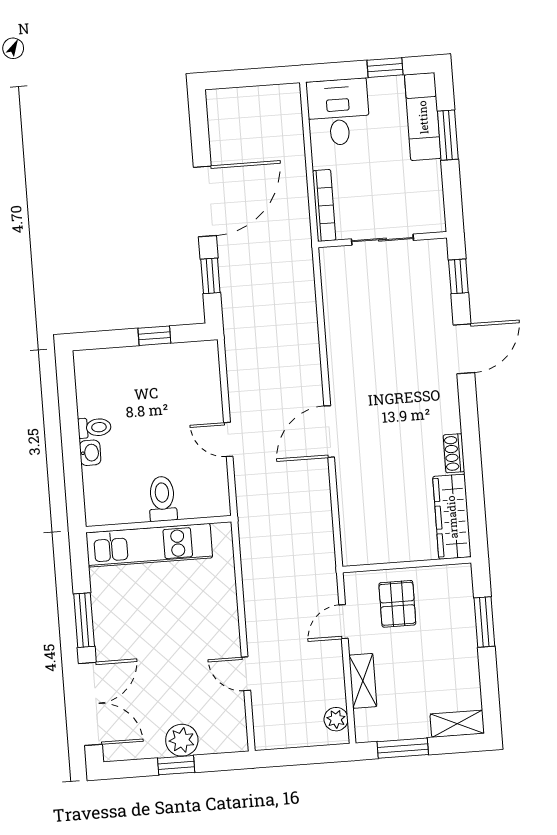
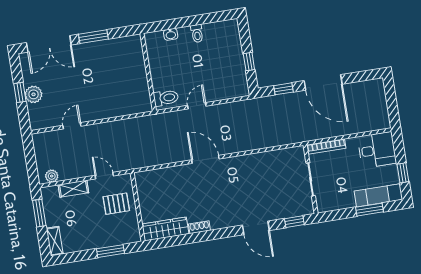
washbasin: (90, 453) -> (171, 34), moved
toilet: (162, 499) -> (166, 98), moved
kitchen unit: (149, 545) -> (136, 68), removed

